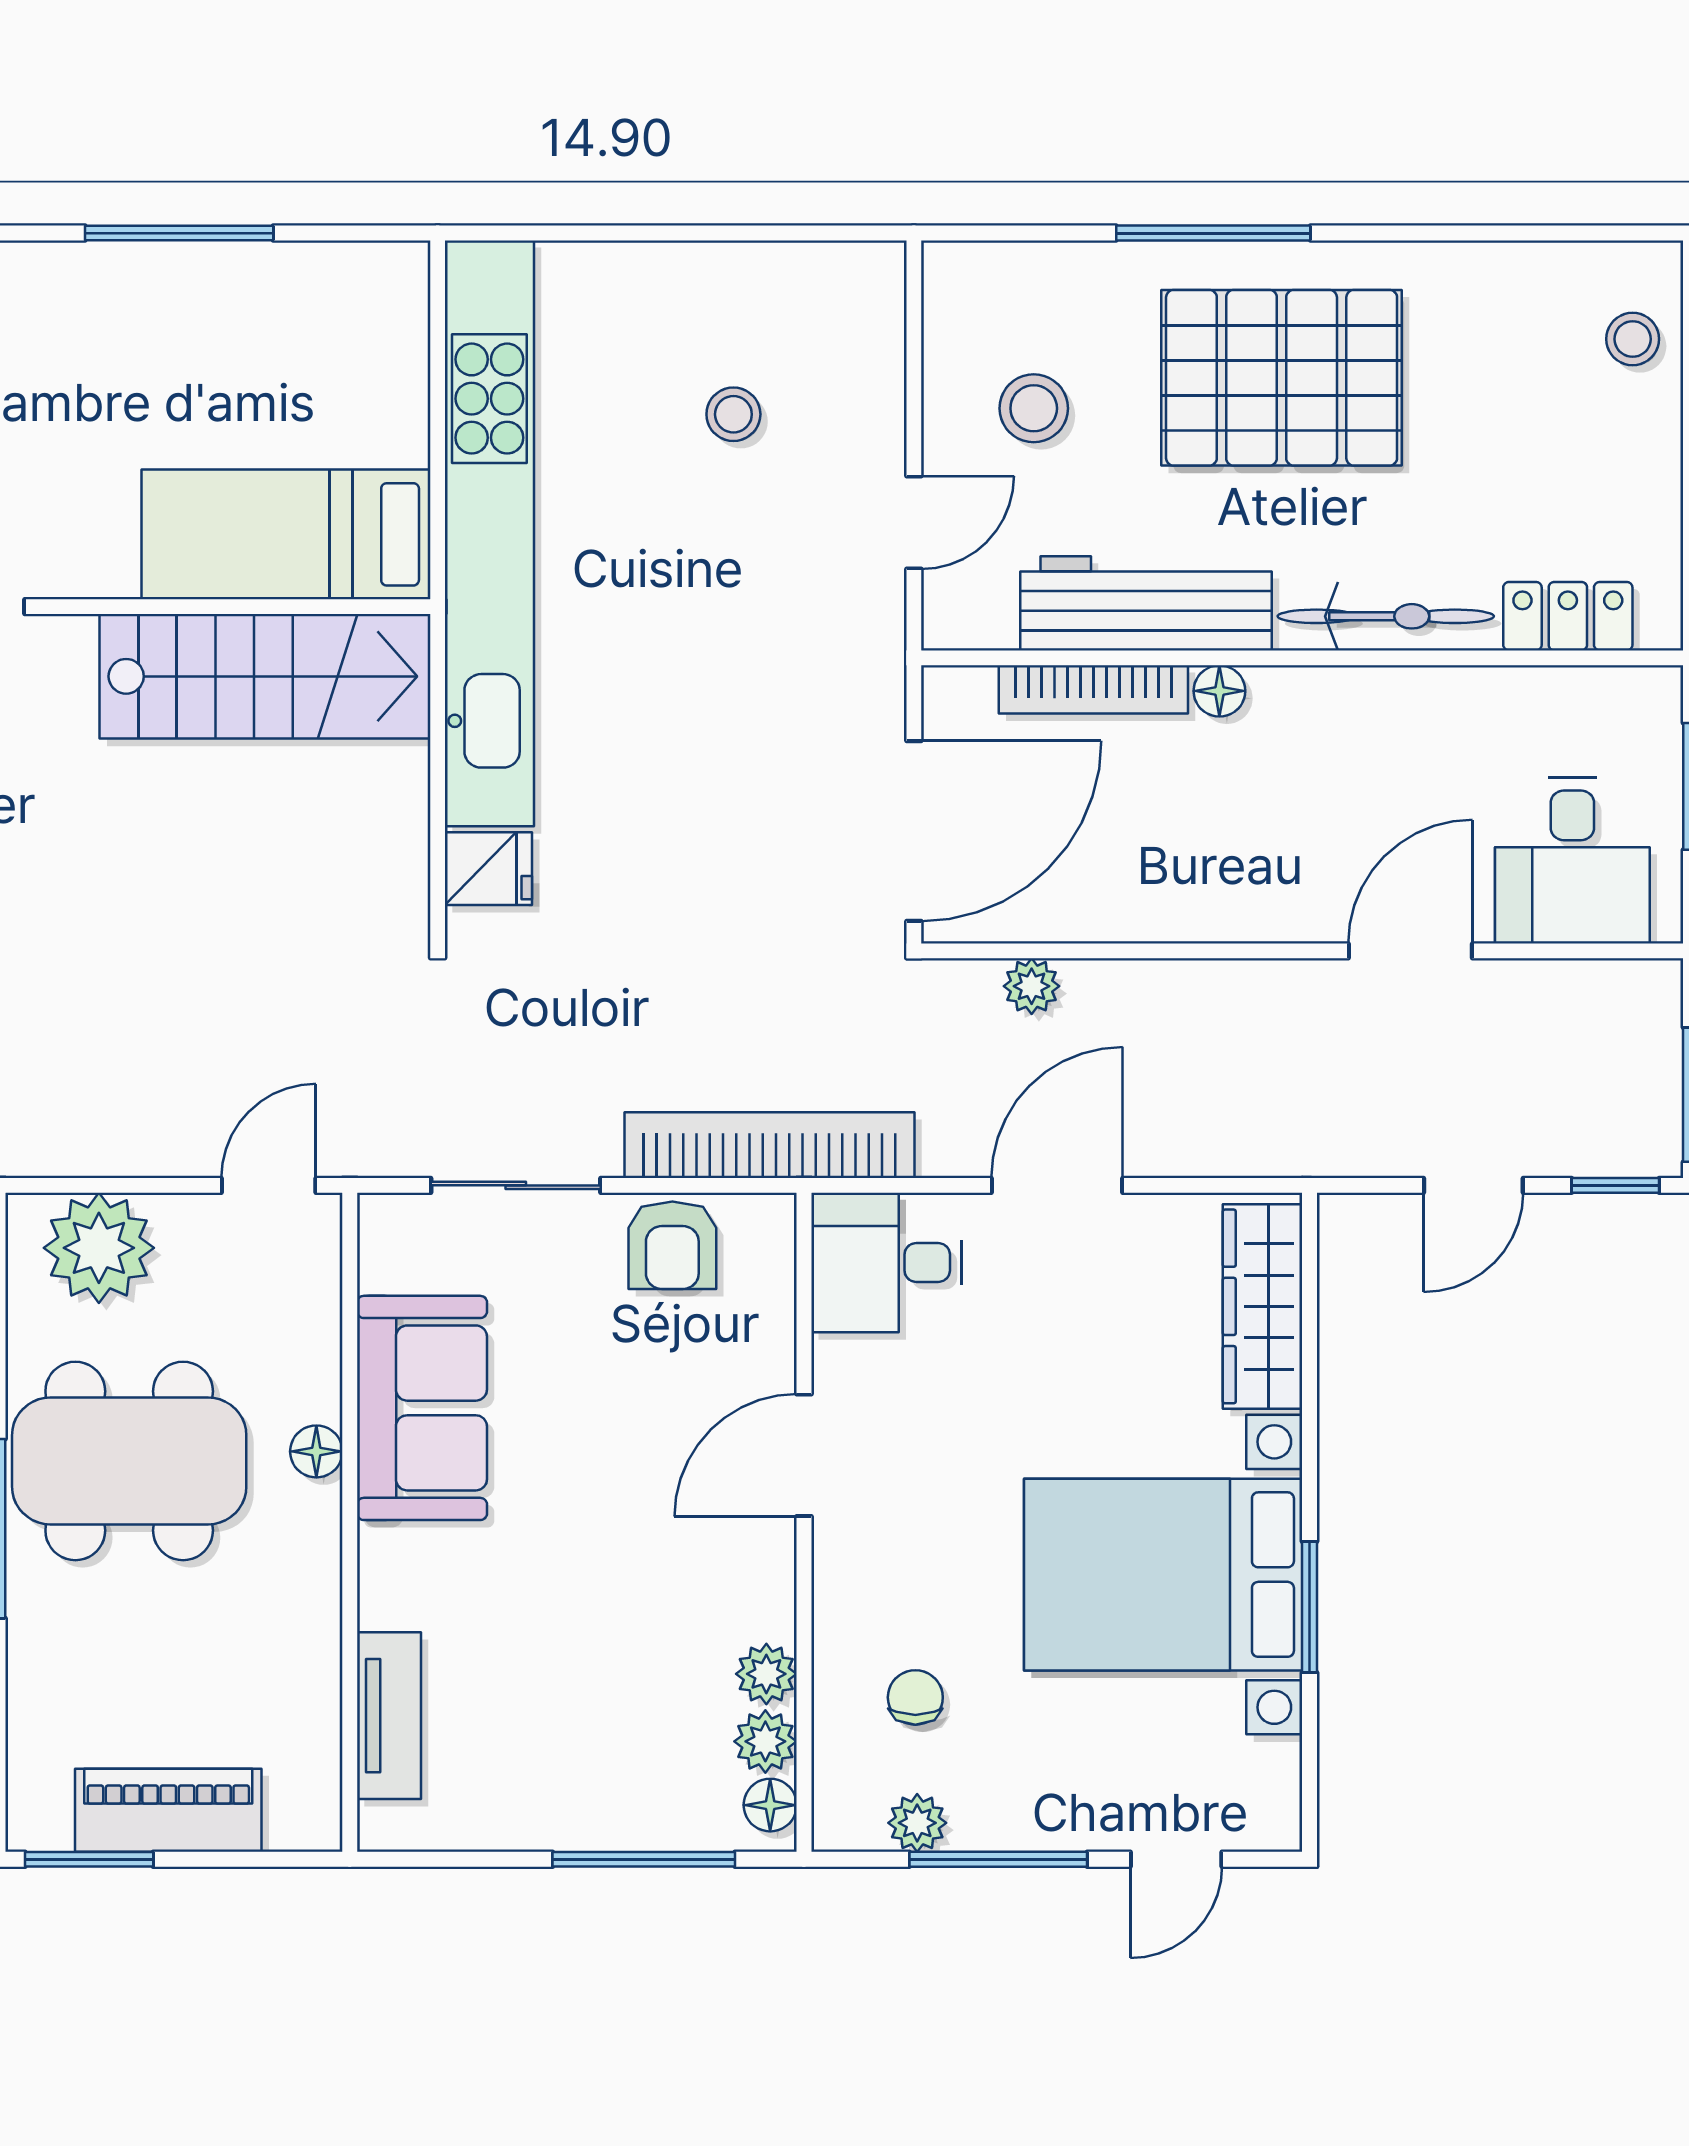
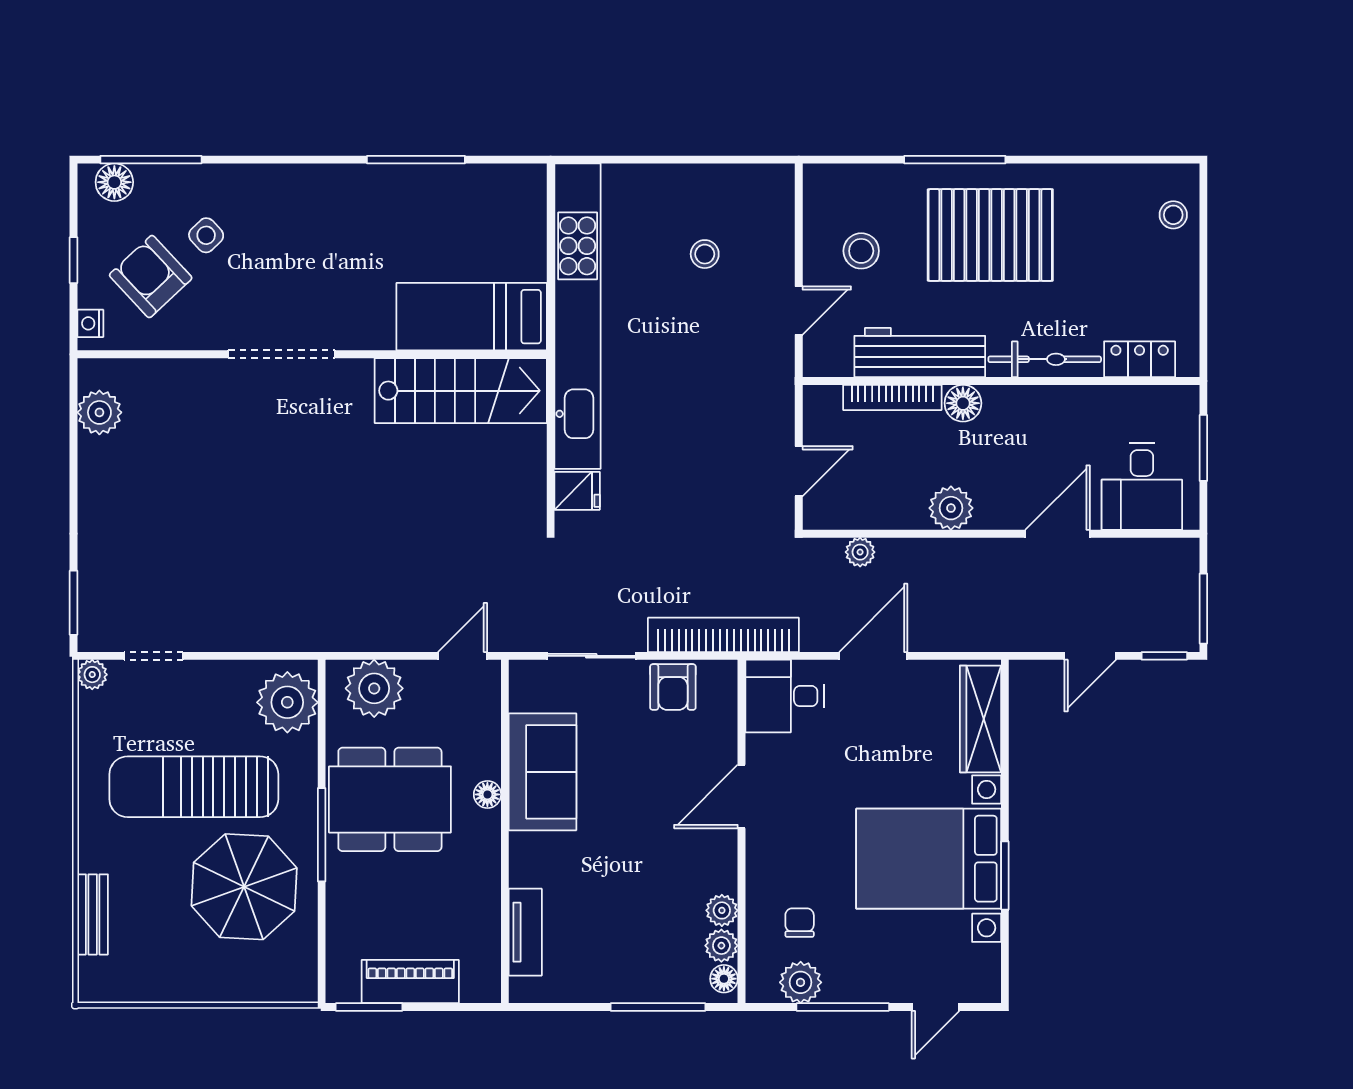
floor lamp: (1219, 691) -> (963, 403), width x1.37, depth x1.37
door: (914, 831) -> (799, 471), width x0.53
plant: (1206, 902) -> (951, 508), added
plant: (917, 1823) -> (801, 982), width x1.38, depth x1.38

